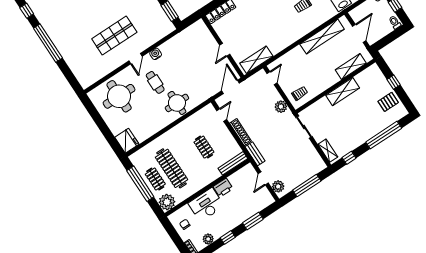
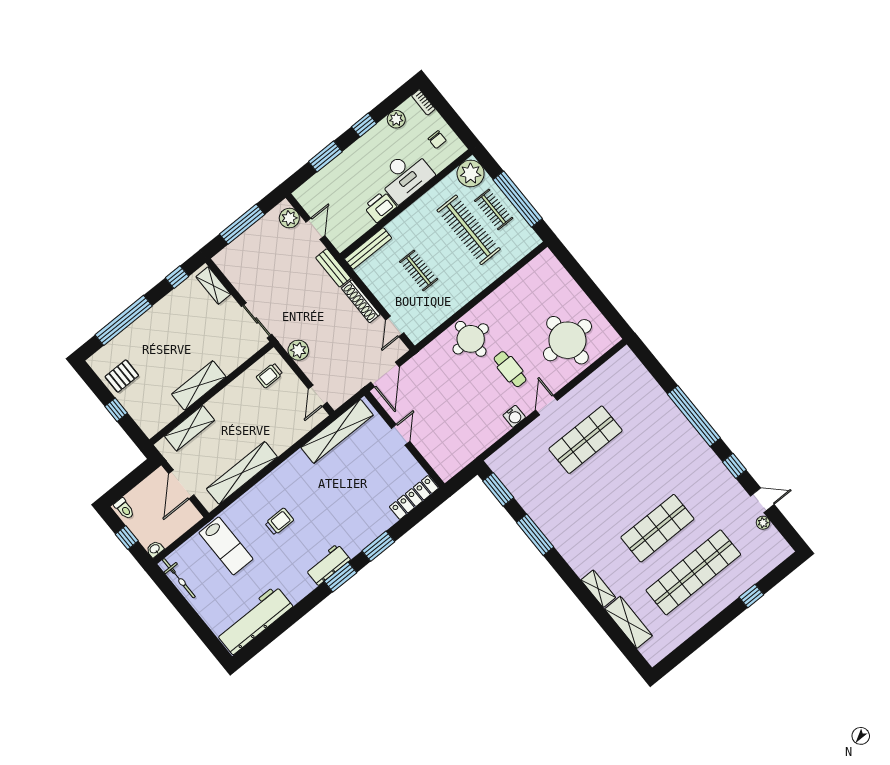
shelving: (256, 60) -> (337, 431), width x1.47
fridge: (127, 141) -> (547, 268), removed

